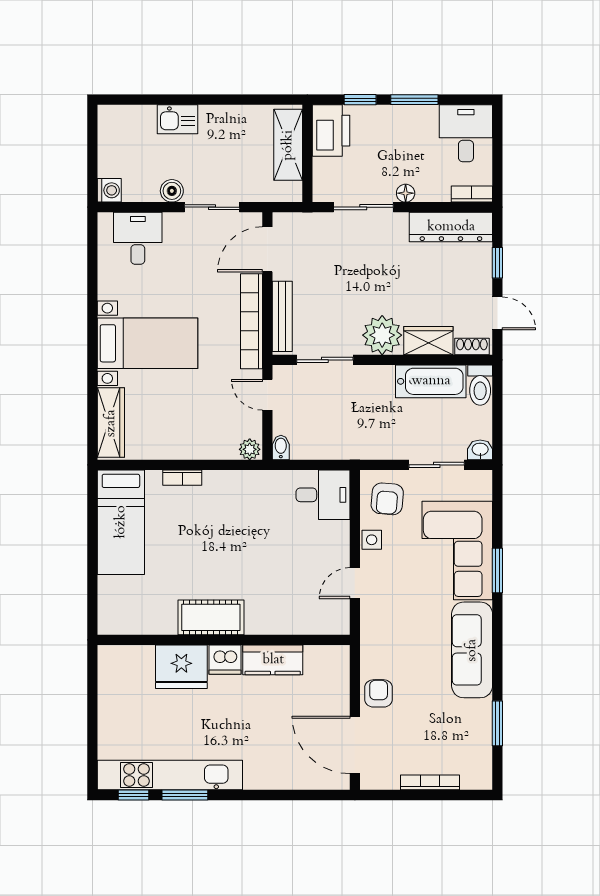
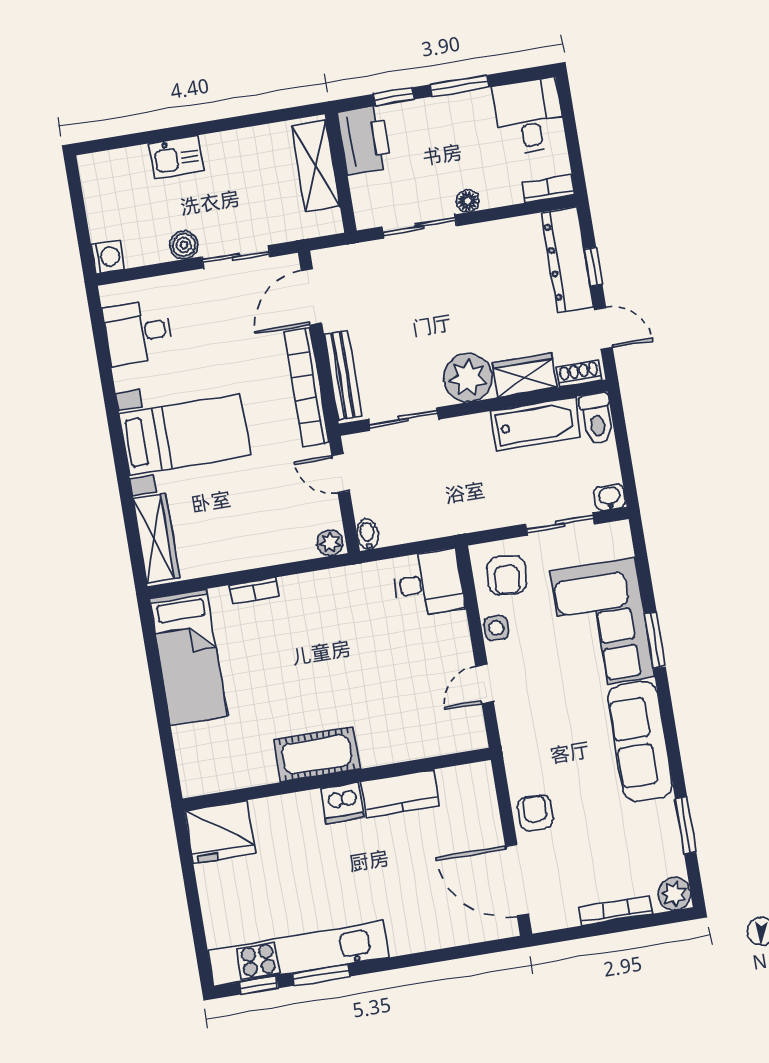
dresser: (451, 227) -> (567, 260), moved, turned 90
desk: (138, 238) -> (138, 333), moved, turned -90
fridge: (181, 667) -> (220, 832), moved
plant: (479, 777) -> (674, 894), added

